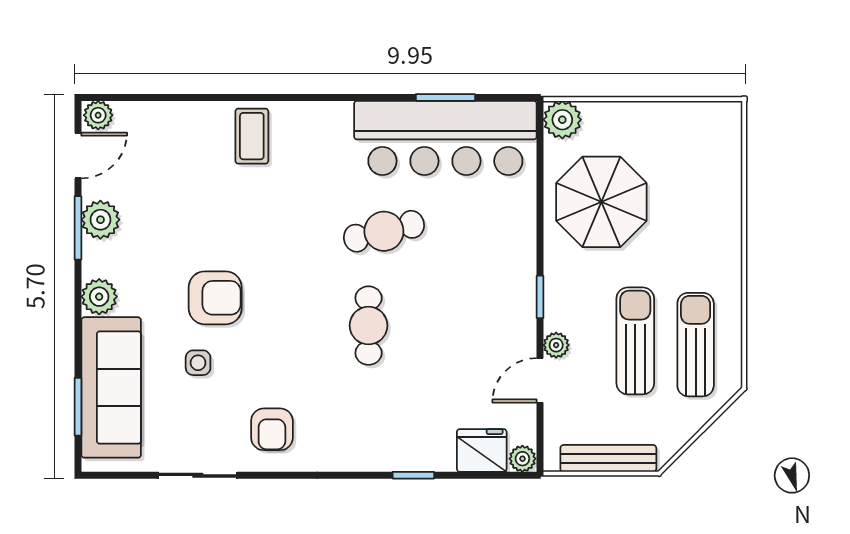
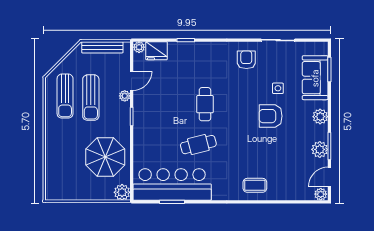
coffee table: (252, 136) -> (255, 185), turned 90
sofa: (111, 387) -> (315, 78), width x0.73

